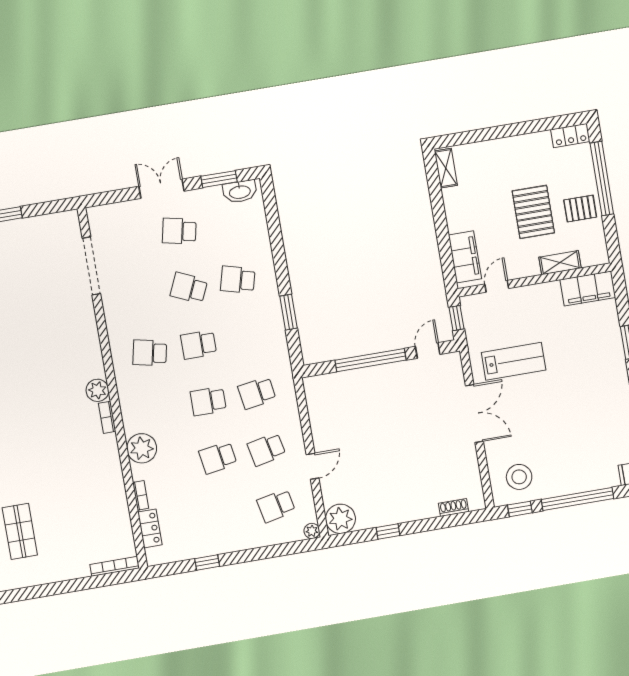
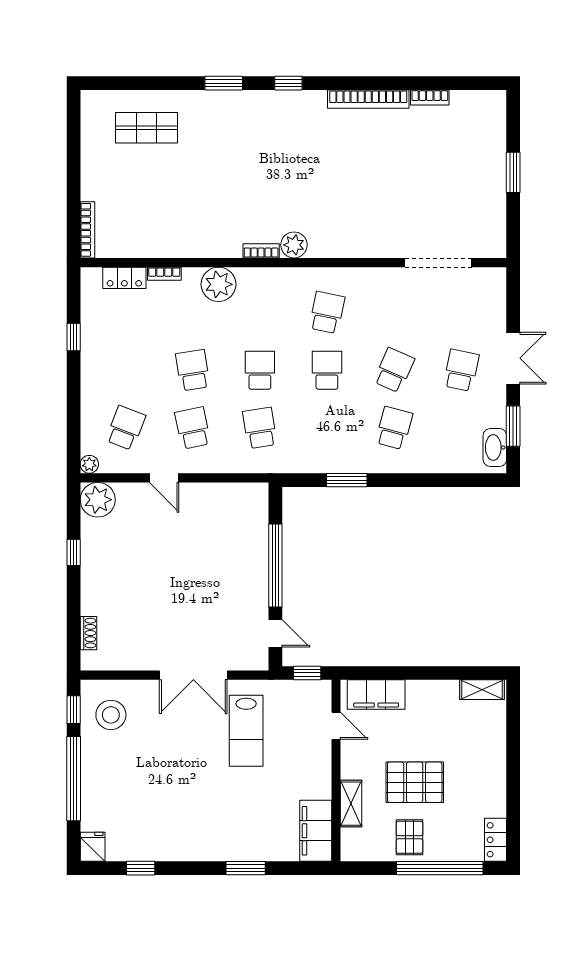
school desk: (276, 506) -> (126, 428), turned 33

